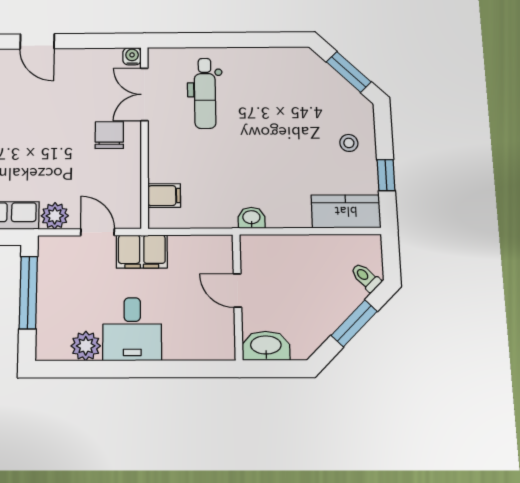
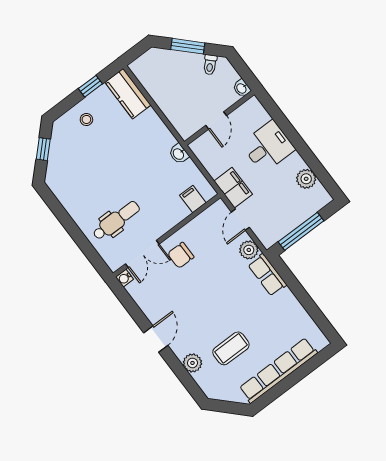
window: (349, 72) -> (43, 149), width x0.67
washbasin: (251, 218) -> (179, 154), moved
toilet: (366, 277) -> (210, 65), moved
desk: (132, 329) -> (268, 147), moved
washbasin: (266, 346) -> (242, 88), width x0.52, depth x0.69

